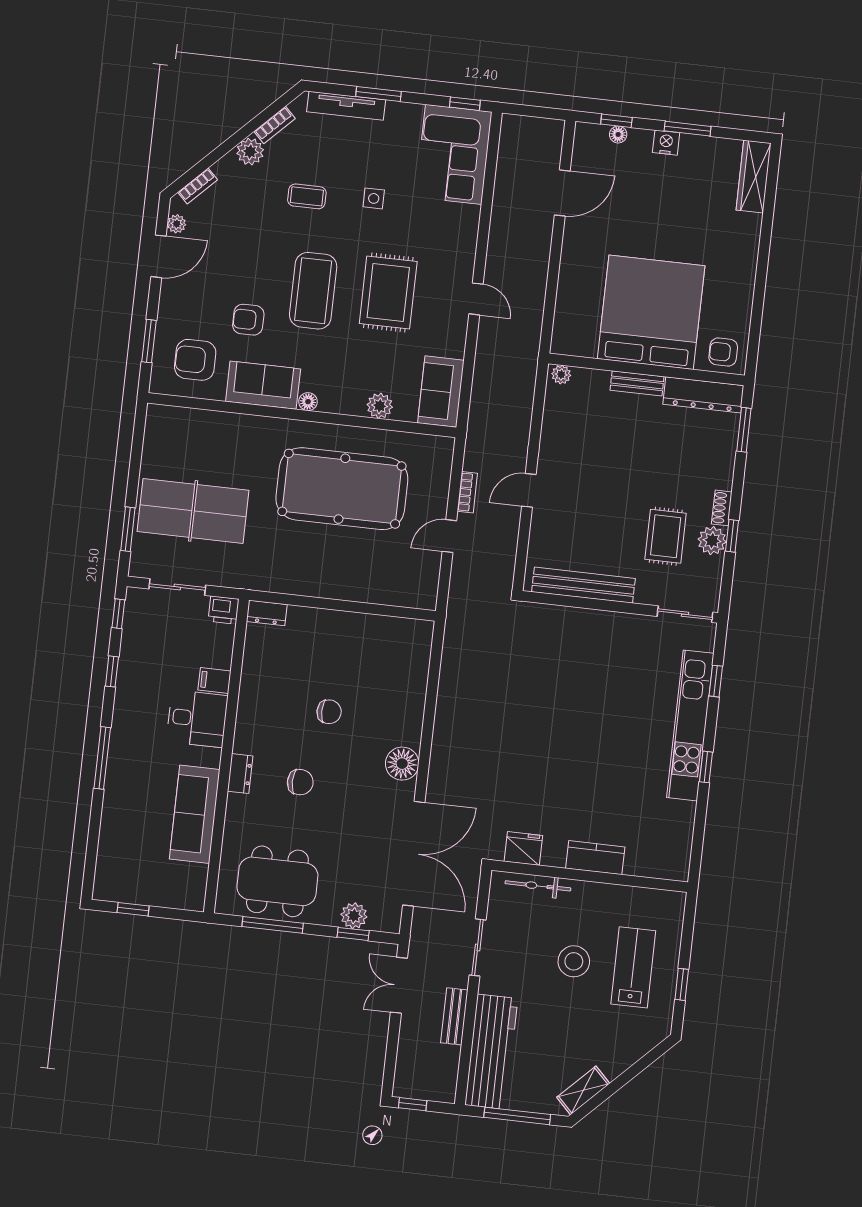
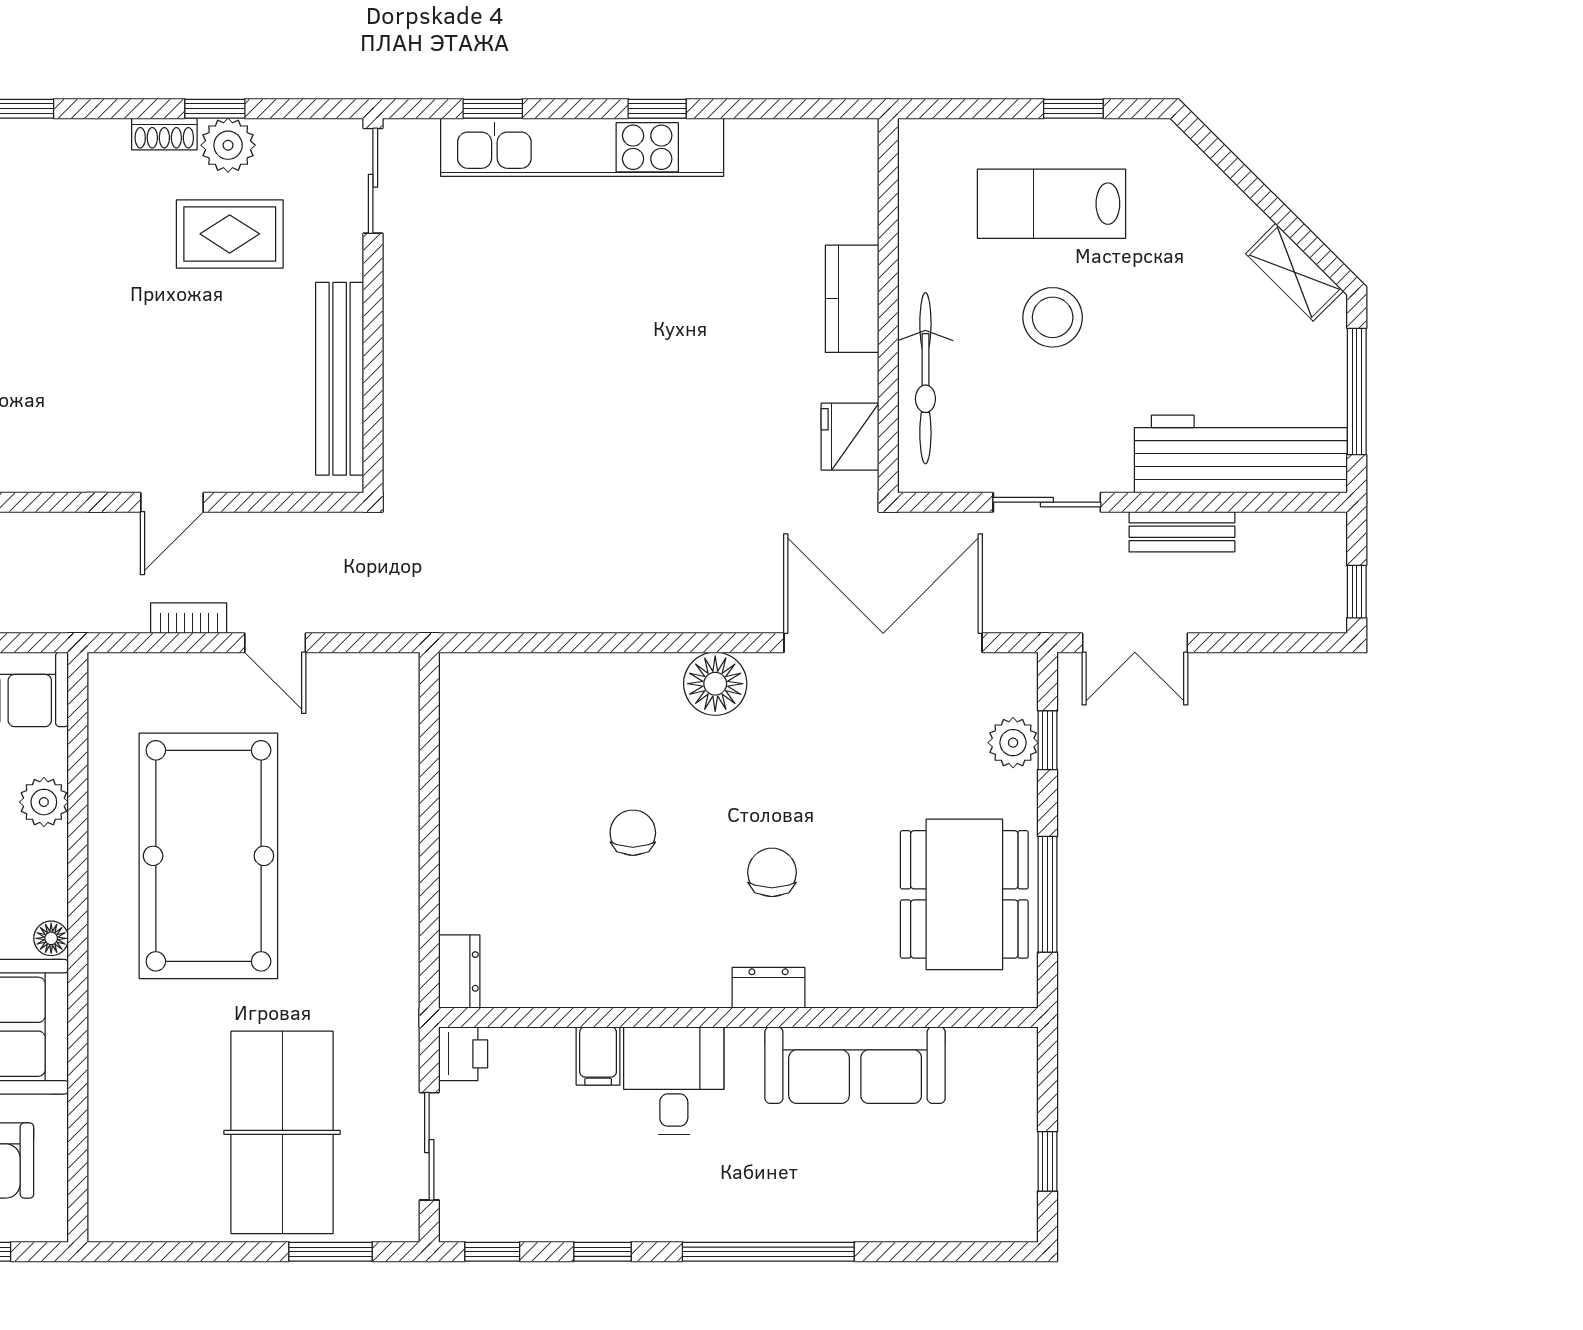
door: (529, 490) -> (172, 502), hinge flipped
window: (102, 758) -> (768, 1252), width x1.46
bicycle: (538, 886) -> (925, 378), width x1.37, depth x1.40

